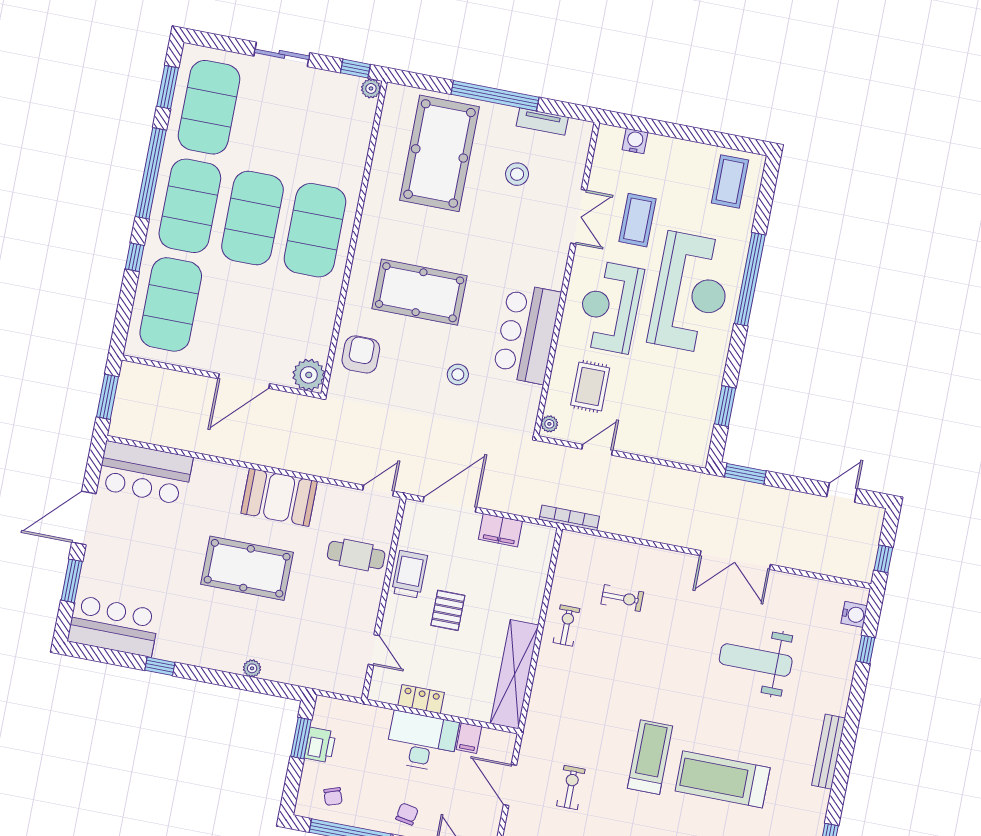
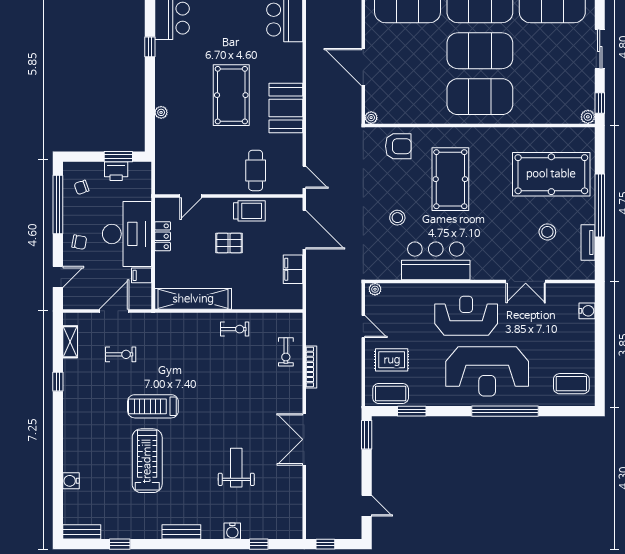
coffee table: (637, 220) -> (391, 393), moved
plant: (309, 375) -> (371, 118), width x0.53, depth x0.53
rug: (590, 386) -> (392, 360), moved
bookcase: (569, 518) -> (311, 367), moved
exercise bike: (622, 598) -> (286, 352), moved
water cooler: (854, 614) -> (232, 531), moved
weight bench: (756, 660) -> (236, 468), width x0.73, depth x0.75
desk: (422, 742) -> (127, 234), width x1.36, depth x1.30
bench: (829, 752) -> (181, 532), width x0.73
treadmill: (650, 757) -> (153, 406), turned 180

